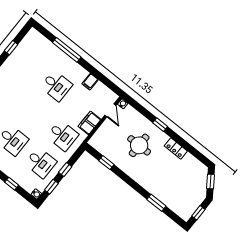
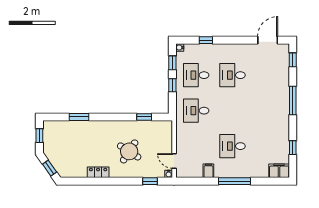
window: (67, 50) -> (234, 181), moved
filing cabinet: (90, 123) -> (279, 171), moved, turned -90
window: (160, 125) -> (150, 181), moved
round table: (139, 145) -> (129, 151), turned 33

